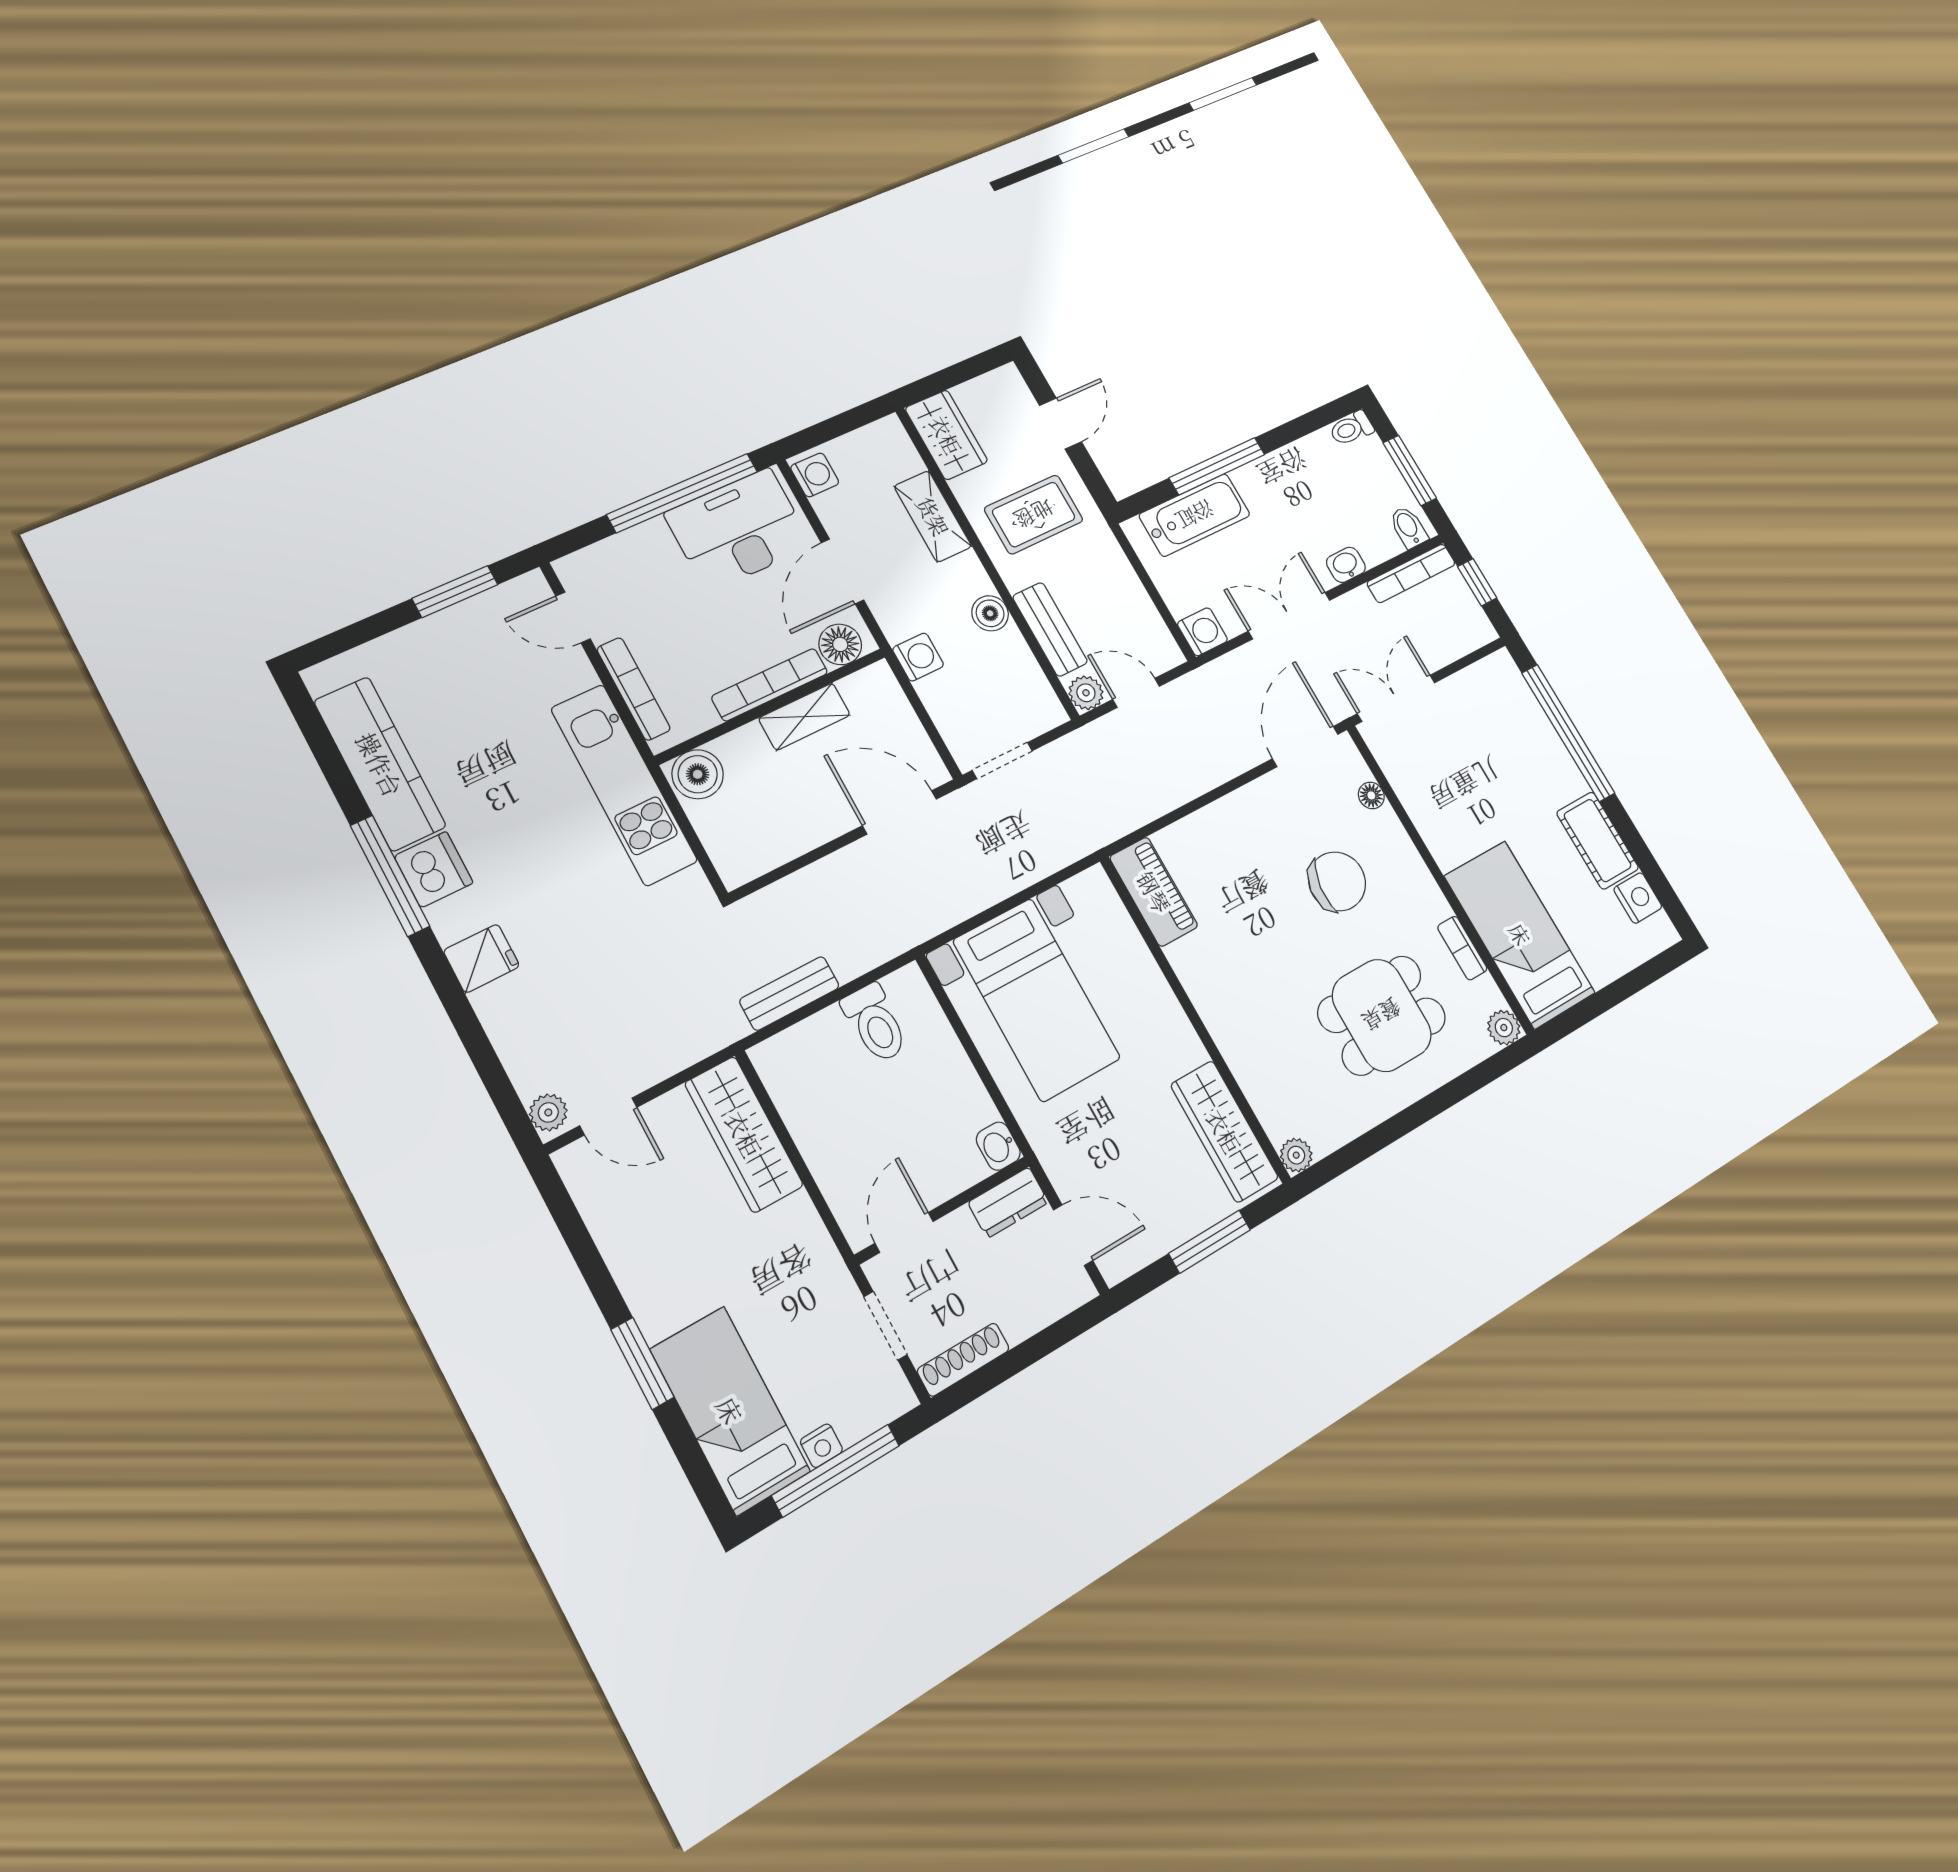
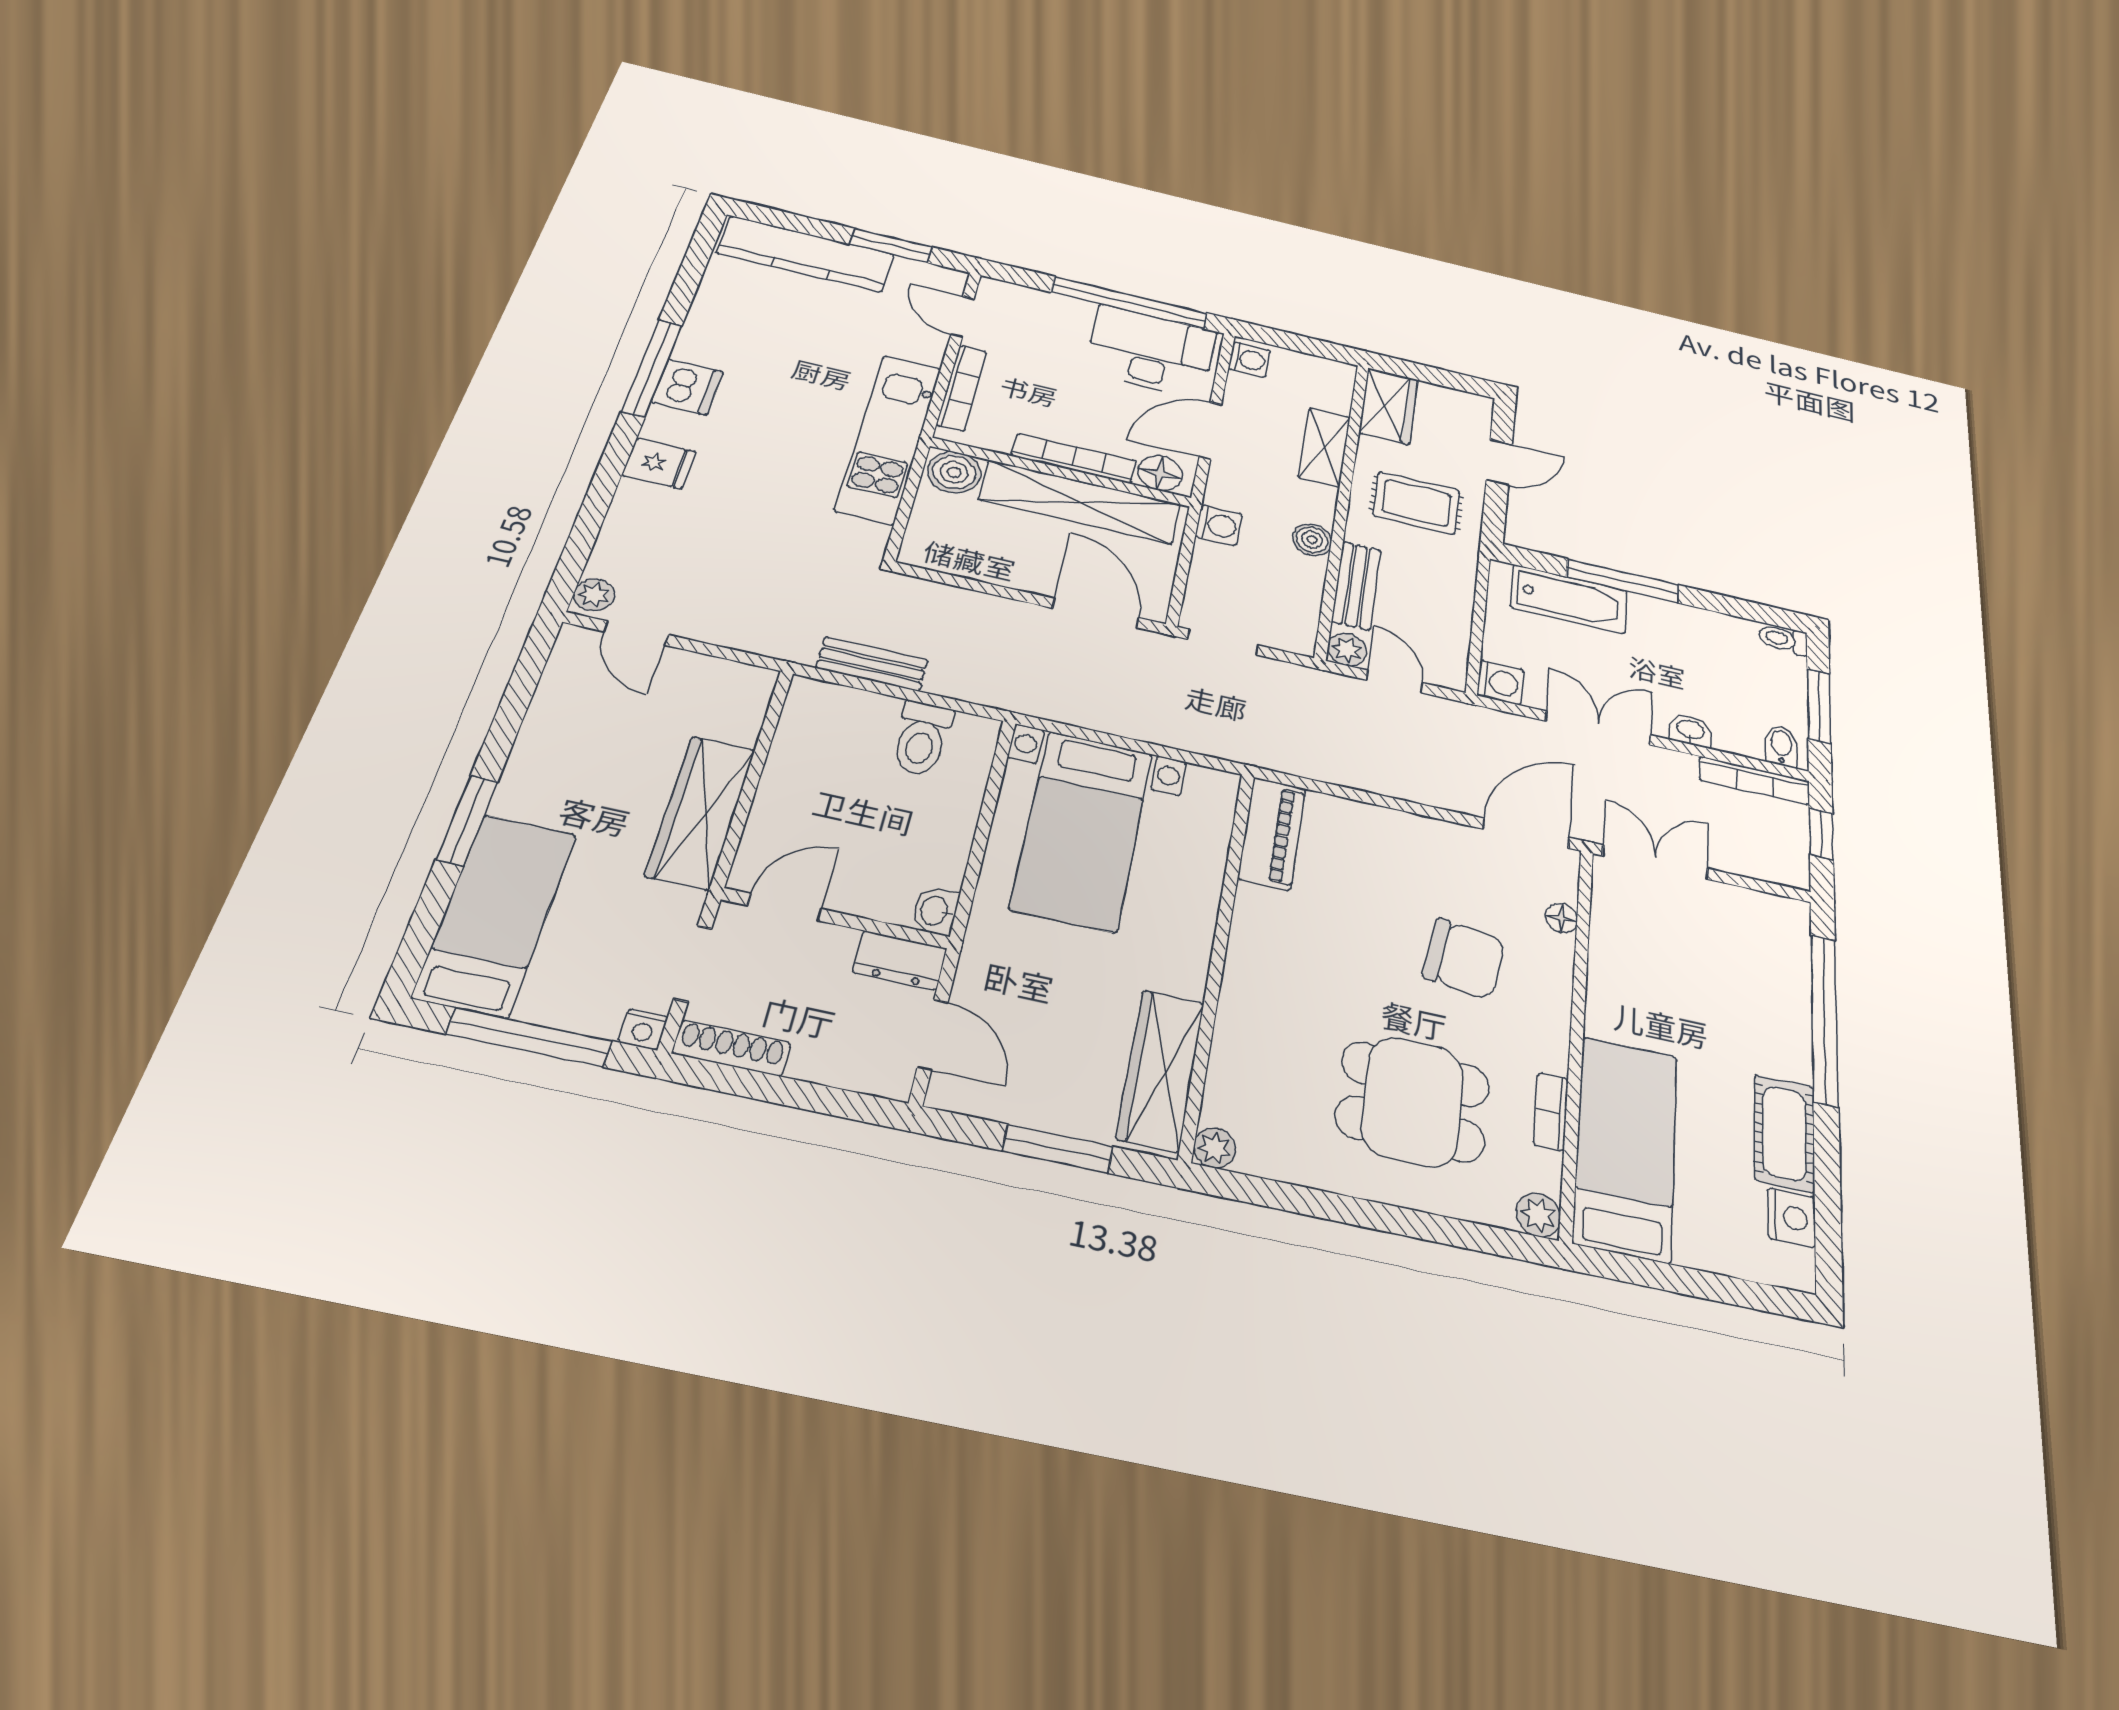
shelving: (804, 717) -> (1080, 502), width x2.20, depth x1.33
kitchen counter: (380, 764) -> (806, 254), moved, turned 90
wardrobe: (744, 1134) -> (701, 812), moved
nightstand: (821, 1446) -> (643, 1029), moved

